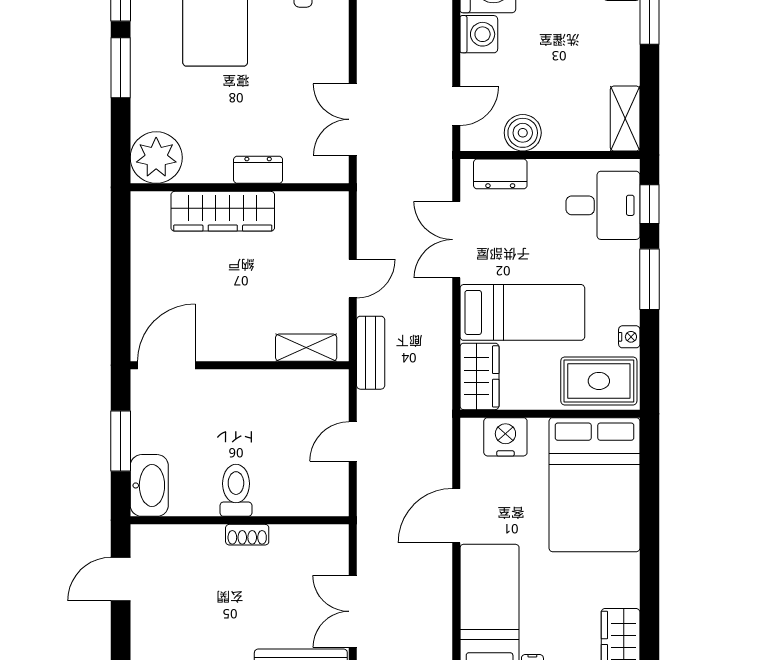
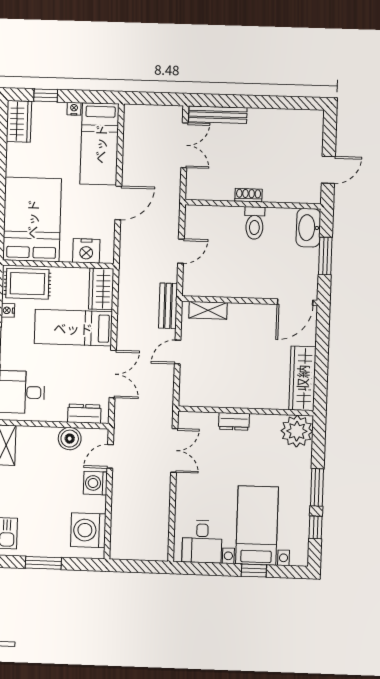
washing machine: (479, 34) -> (95, 483), moved
wardrobe: (223, 211) -> (302, 378), moved, turned -90

